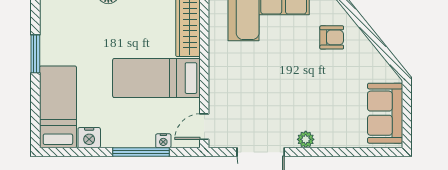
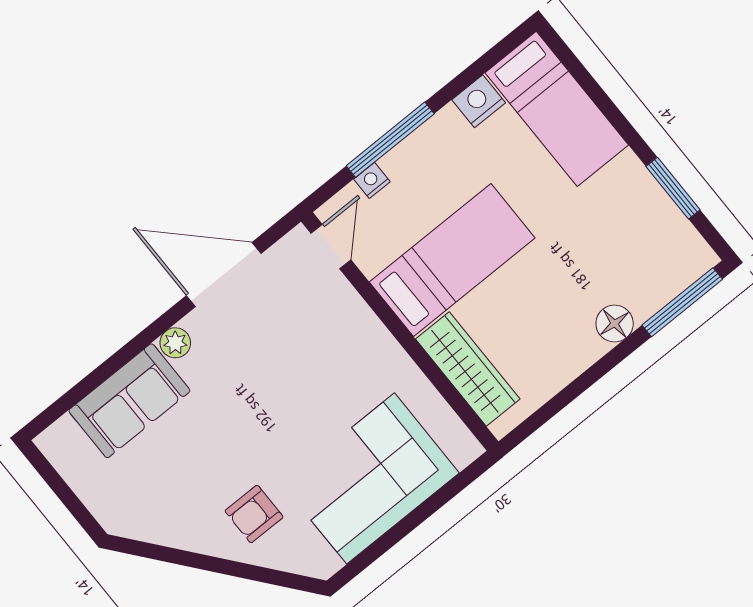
window: (35, 54) -> (673, 188), moved
sofa: (385, 113) -> (129, 401), moved, turned 90

